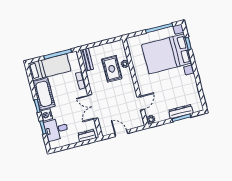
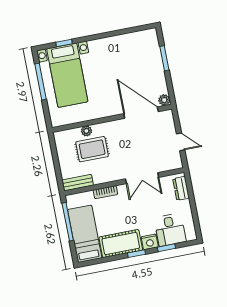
bed with nightstands: (167, 54) -> (67, 75), width x0.73
door: (141, 103) -> (141, 113), width x1.88
dresser: (181, 112) -> (156, 59), removed
door: (121, 133) -> (181, 142), swing flipped

